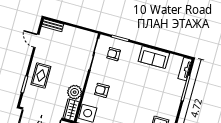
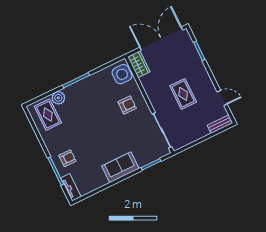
armchair: (114, 54) -> (67, 158), moved
sofa: (154, 57) -> (120, 167), moved
rug: (41, 75) -> (183, 94), moved
plant: (75, 92) -> (149, 83), removed

